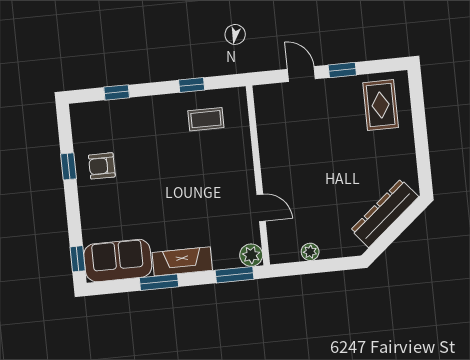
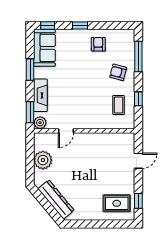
window: (342, 70) -> (138, 201), moved
window: (117, 92) -> (138, 57), width x2.17
armchair: (148, 126) -> (118, 72), added
window: (68, 166) -> (80, 26), moved
plant: (310, 252) -> (43, 160), width x1.87, depth x1.87
fireplace: (182, 261) -> (40, 95), moved

